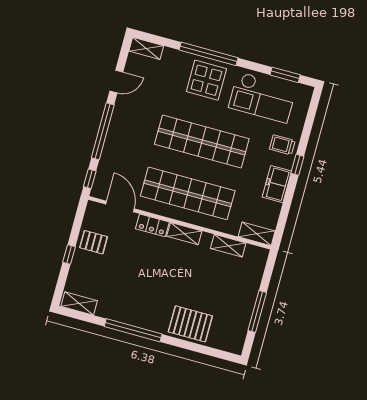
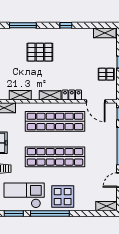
window: (209, 54) -> (50, 214), moved
pallet: (190, 324) -> (40, 52), moved
window: (133, 330) -> (66, 25), width x0.32
window: (196, 347) -> (23, 25), added

